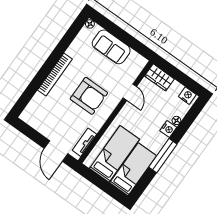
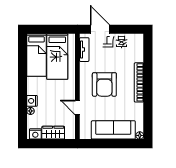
sofa: (111, 47) -> (113, 130), width x1.36
wardrobe: (159, 77) -> (53, 133), moved
armchair: (89, 96) -> (104, 84), turned -90
window: (163, 156) -> (22, 79), removed

